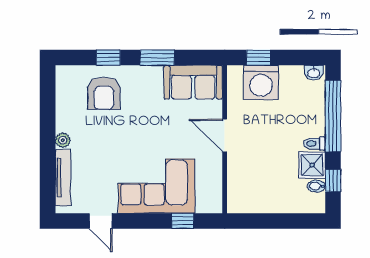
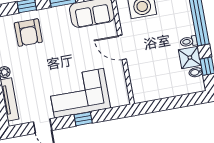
window: (183, 221) -> (83, 119), moved

